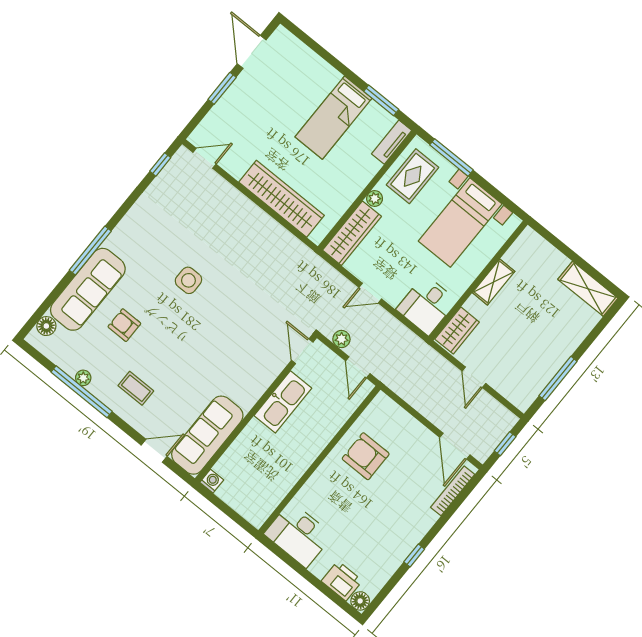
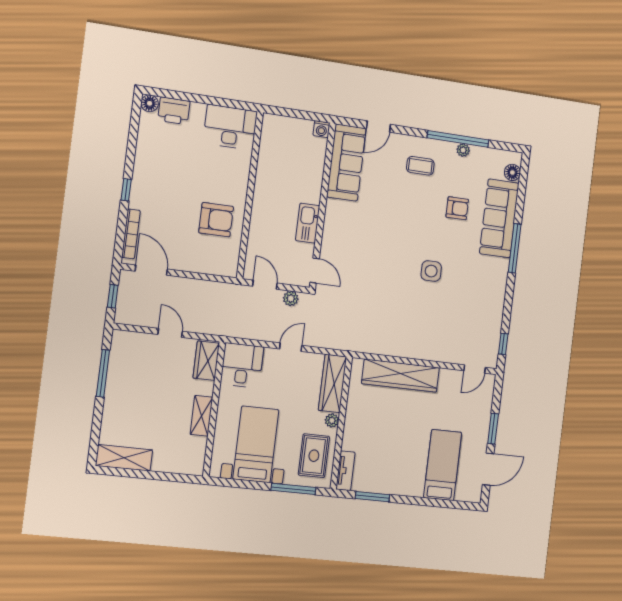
door: (252, 52) -> (488, 469), hinge flipped
bed: (333, 118) -> (443, 465), moved
kitchen sink: (283, 402) -> (308, 223), width x0.73, depth x0.81
window: (414, 555) -> (126, 190), moved

